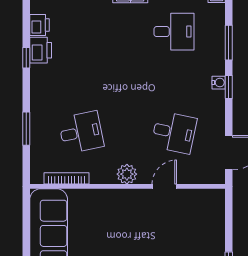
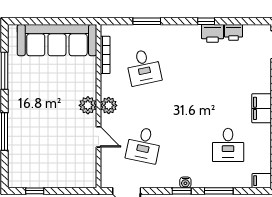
plant: (127, 199) -> (88, 105), added

